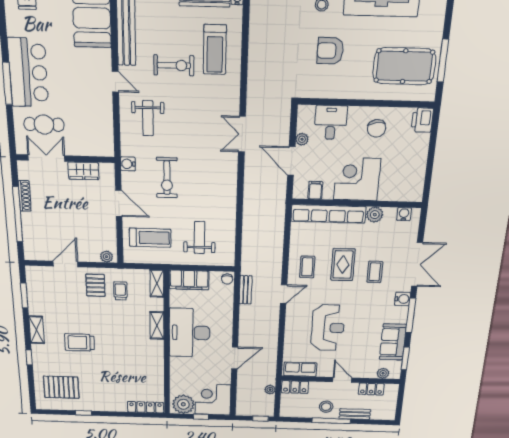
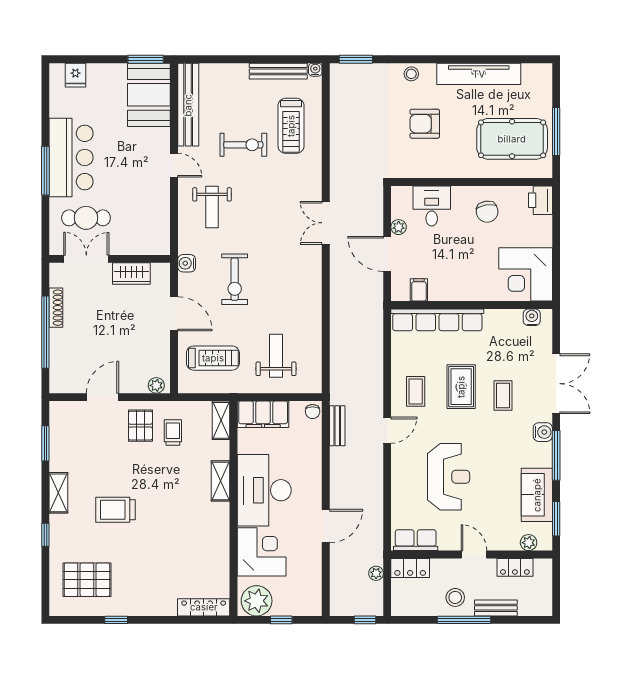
corner desk: (357, 179) -> (526, 274), moved, turned -90
plant: (375, 215) -> (495, 319), removed
corner desk: (213, 400) -> (262, 552), moved, turned 90

